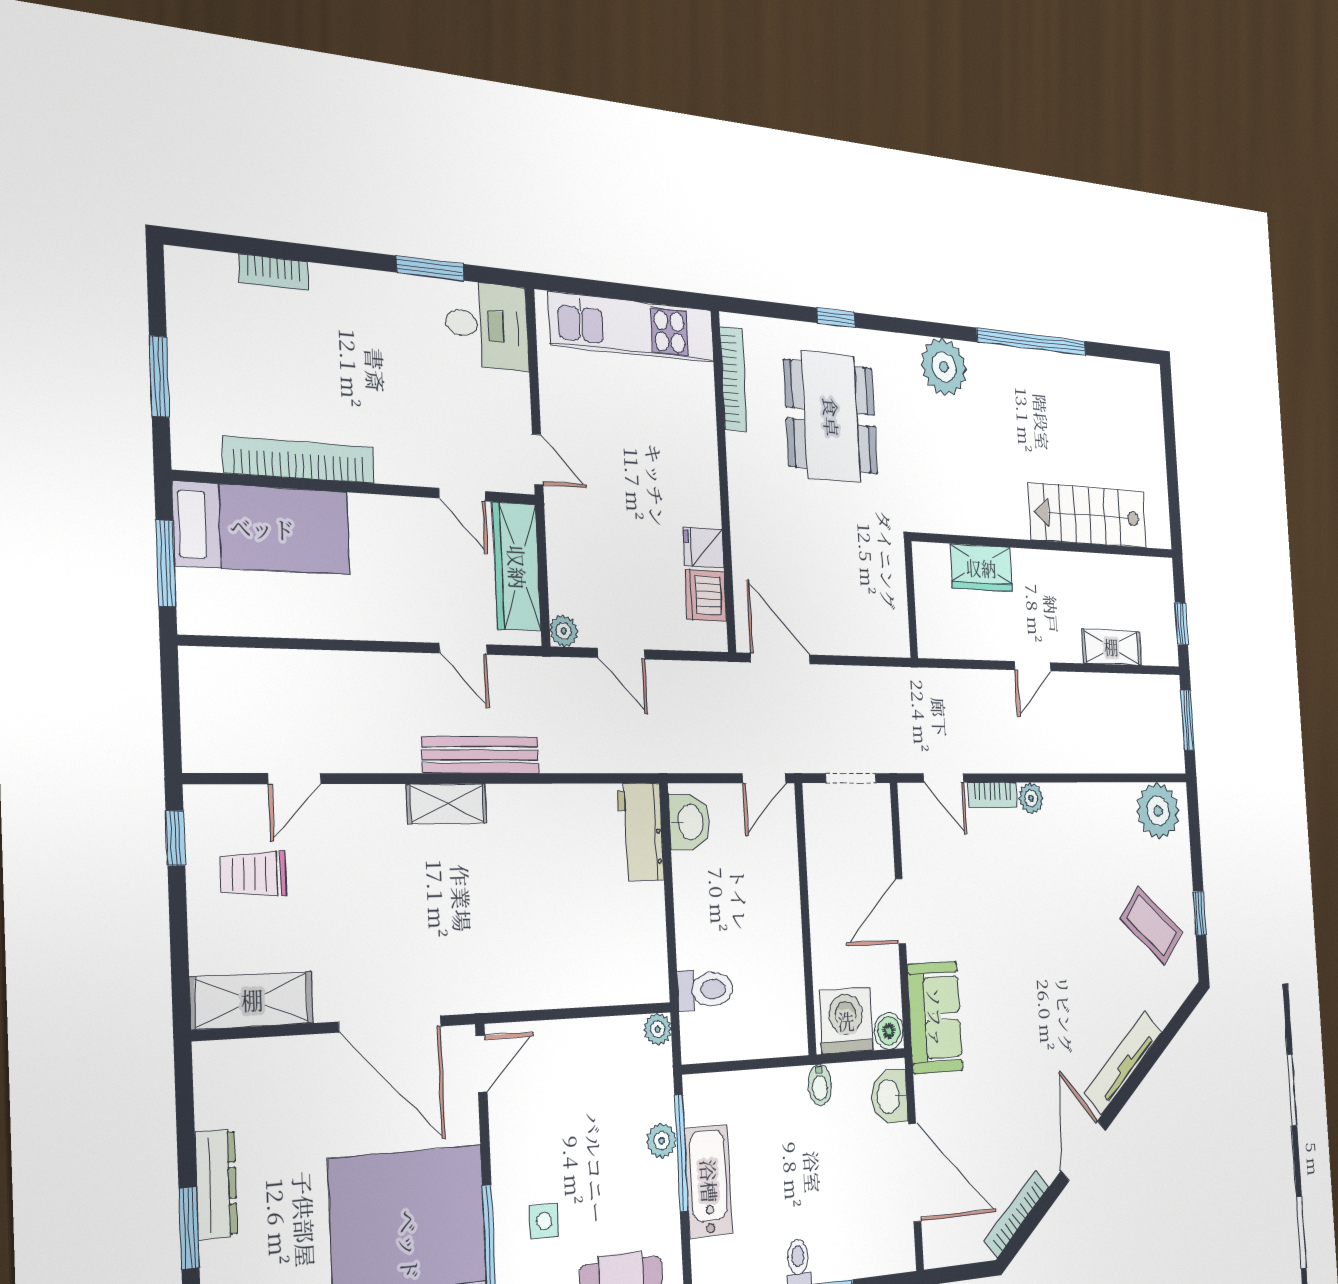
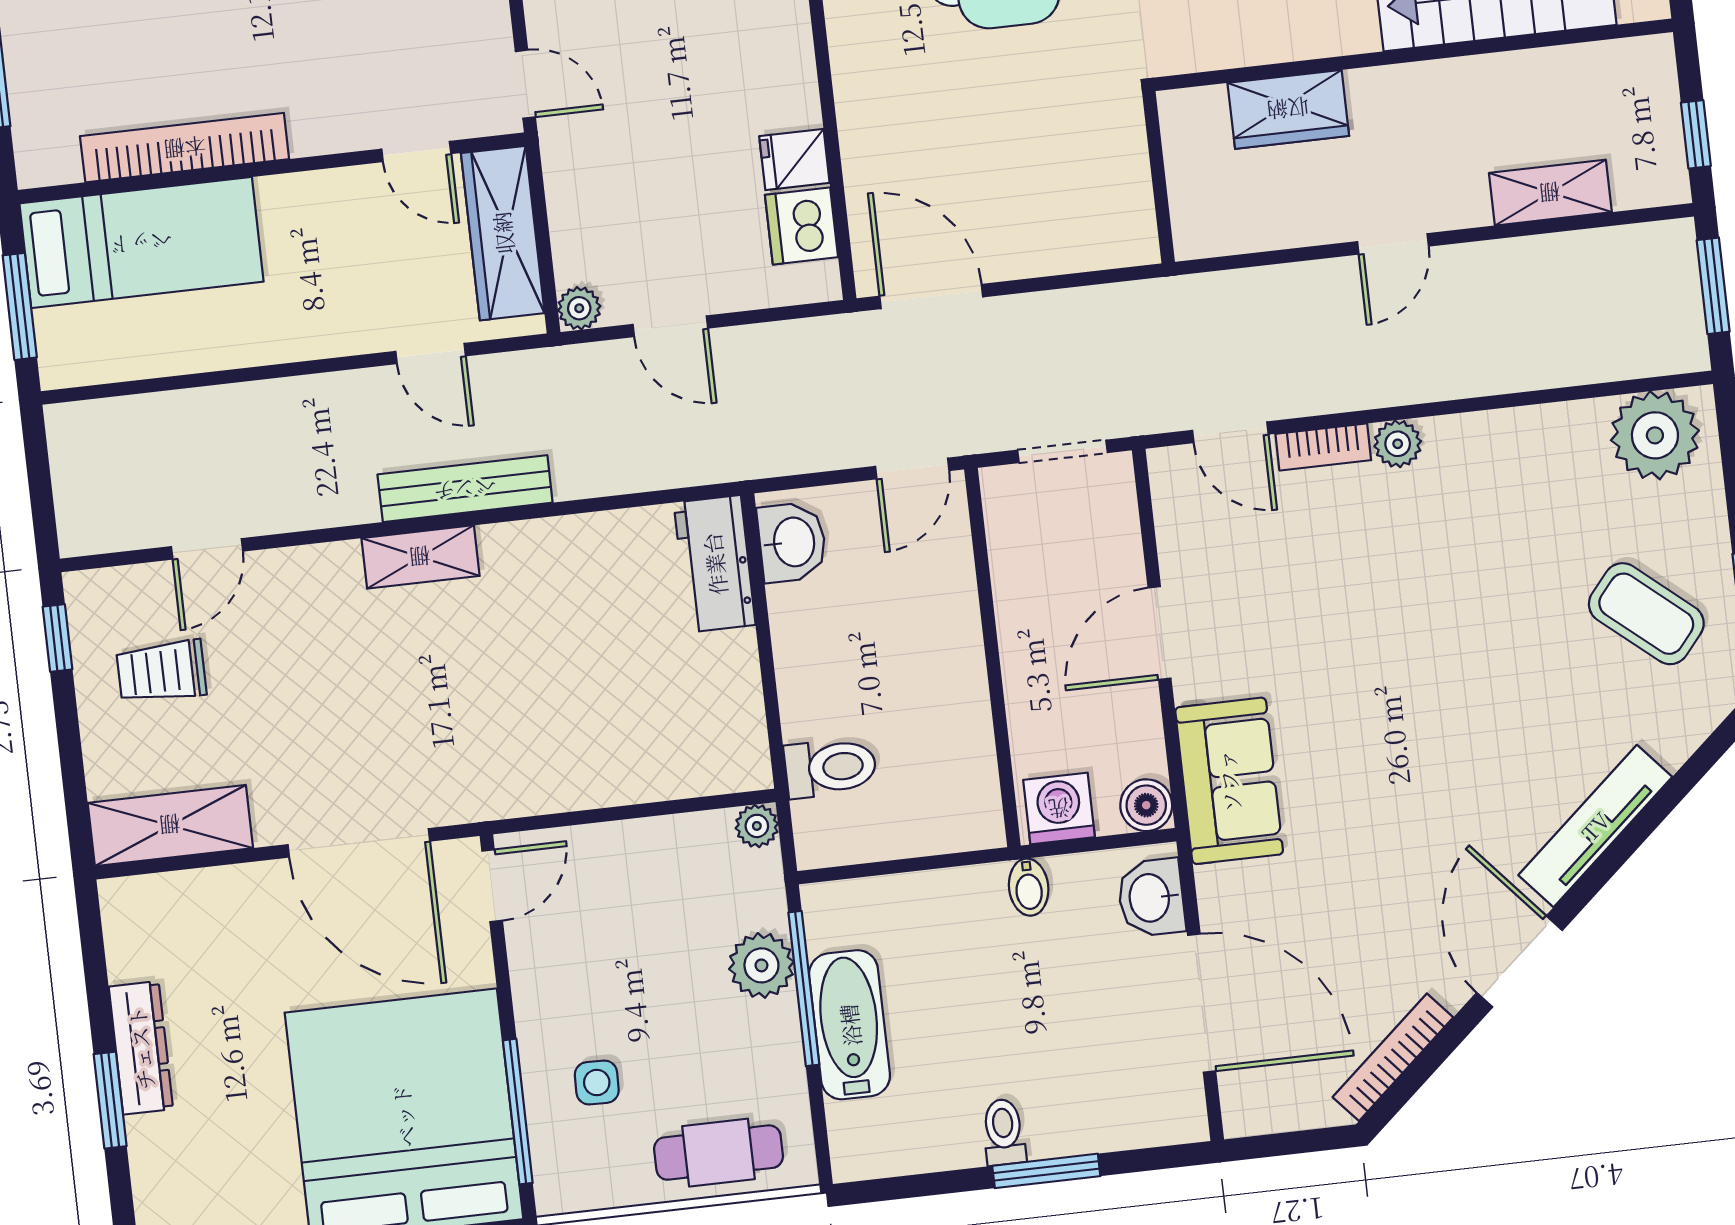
washing machine: (846, 1021) -> (1059, 809), width x0.73, depth x0.73
plant: (662, 1141) -> (761, 965), width x1.38, depth x1.38

